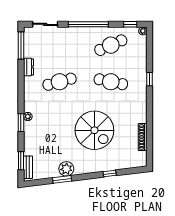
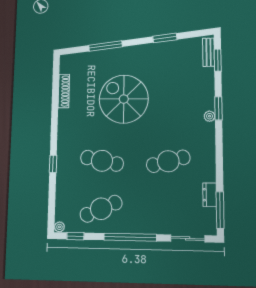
dresser: (28, 67) -> (210, 195), moved
plant: (66, 169) -> (160, 51), removed
window: (110, 174) -> (105, 46), width x2.17

